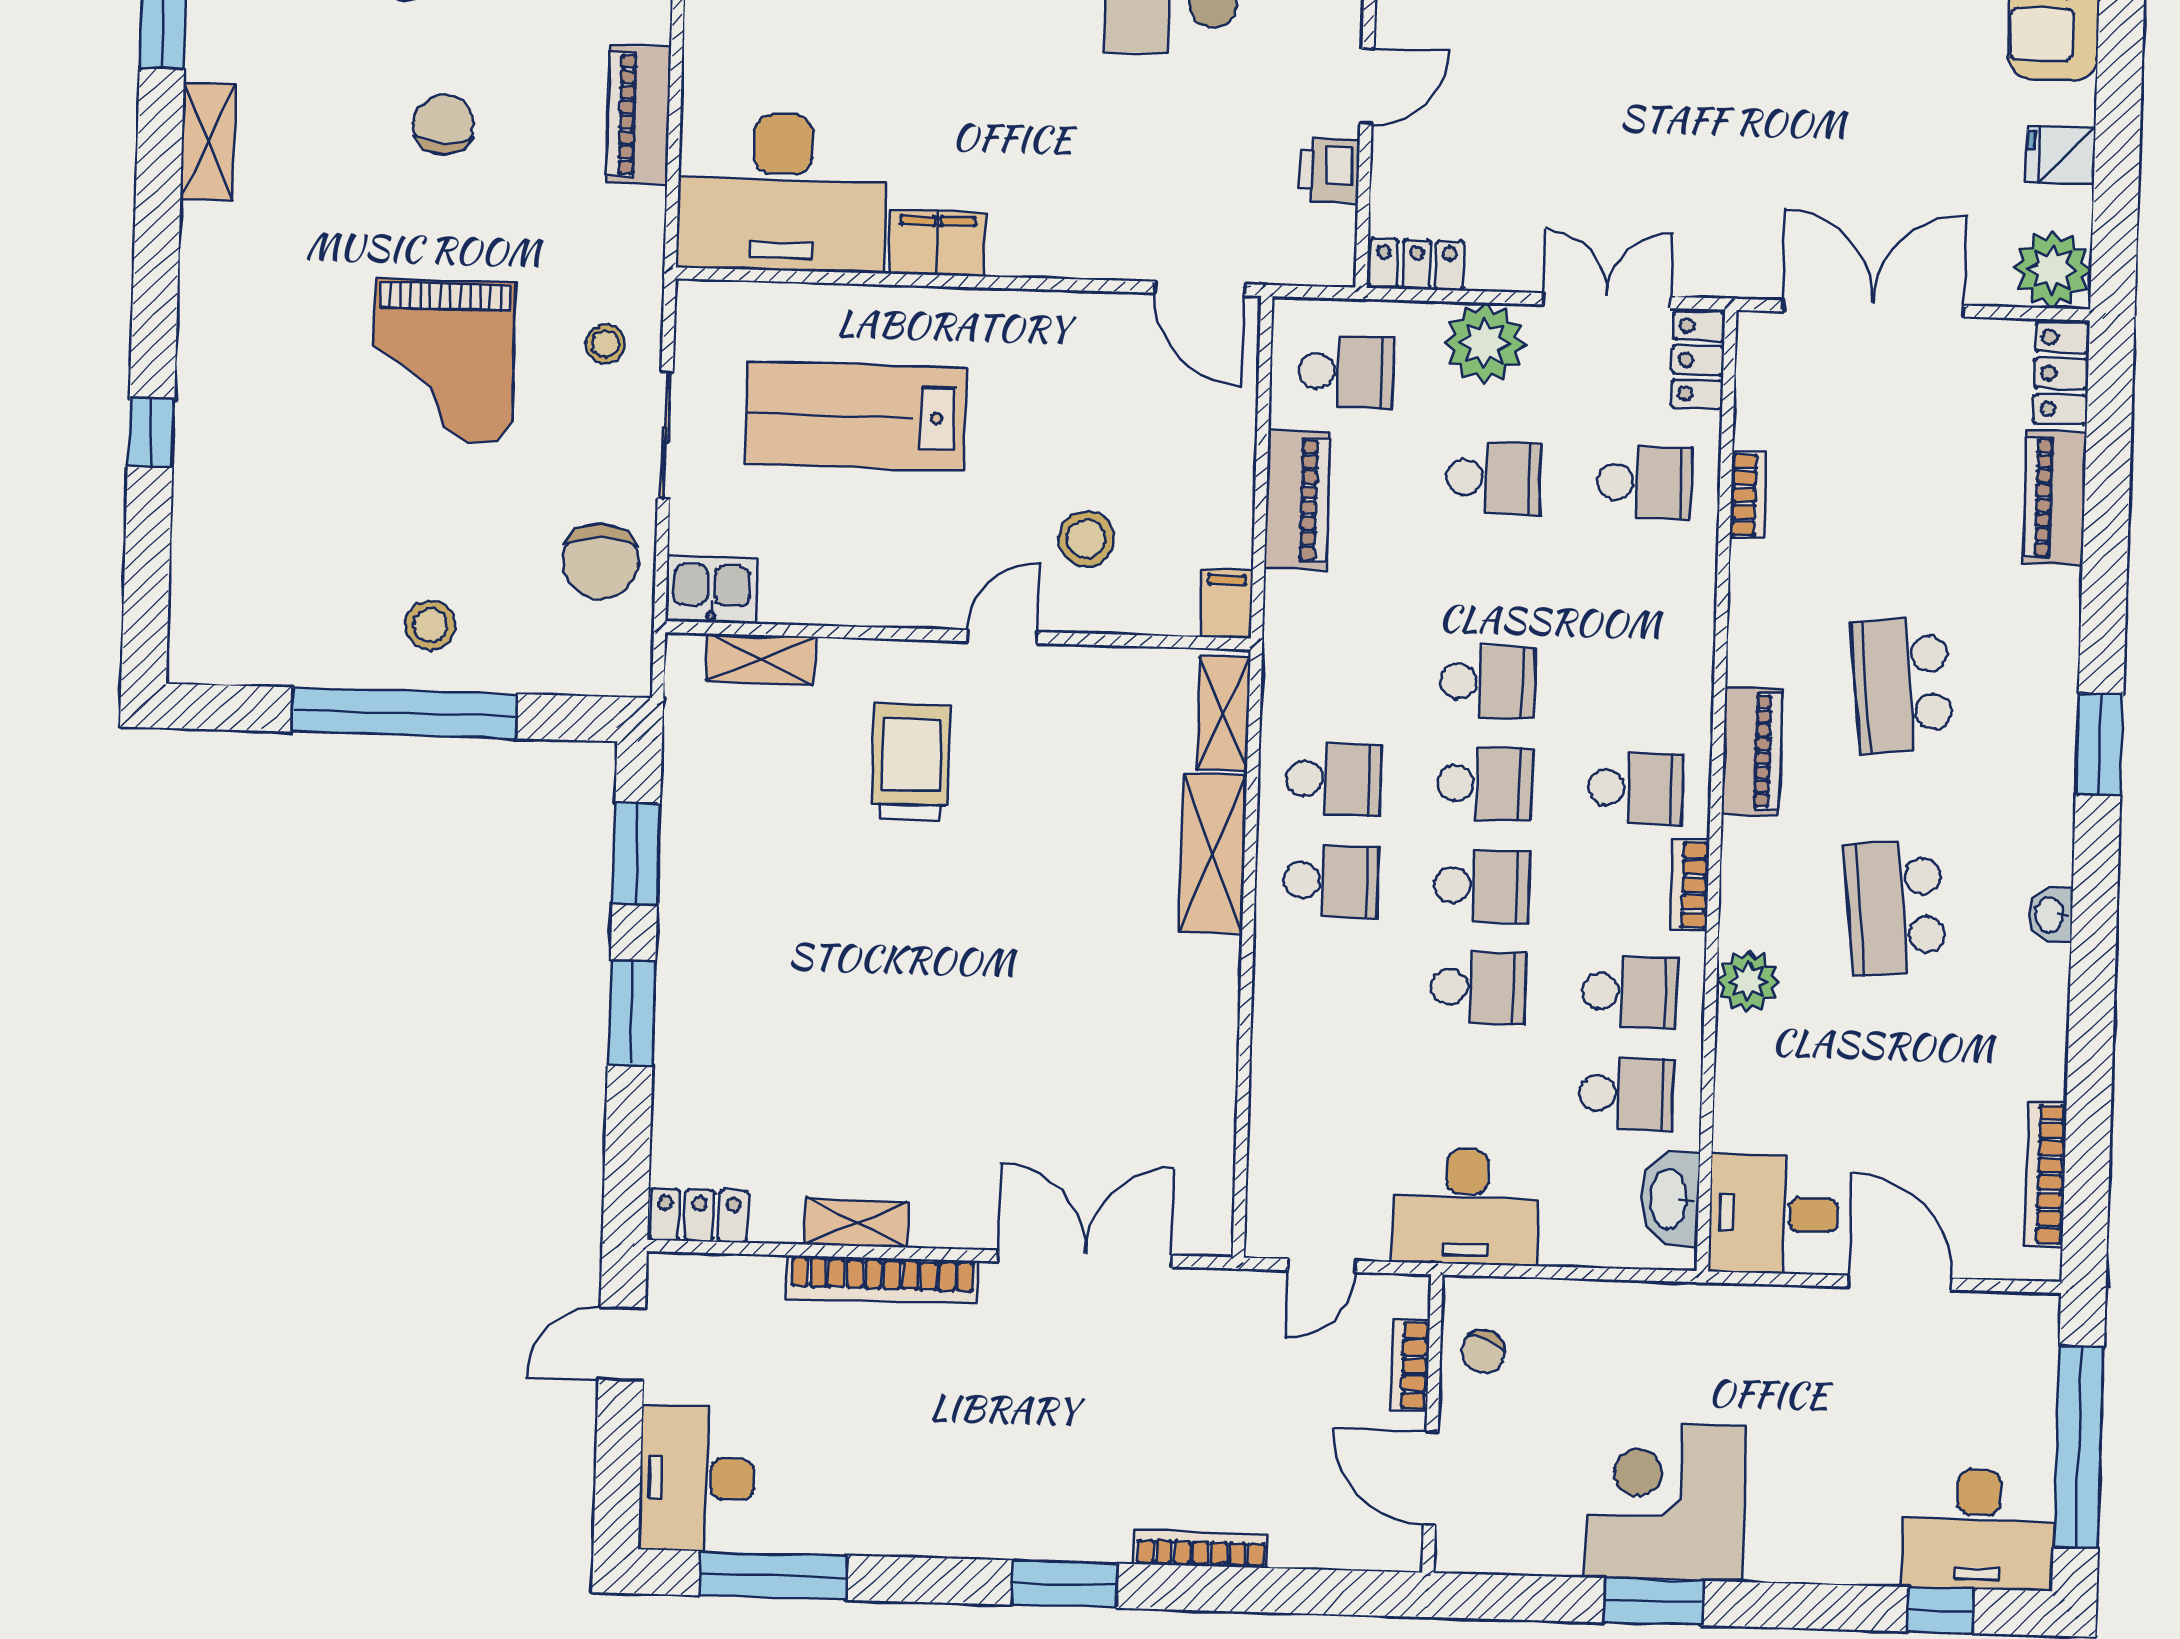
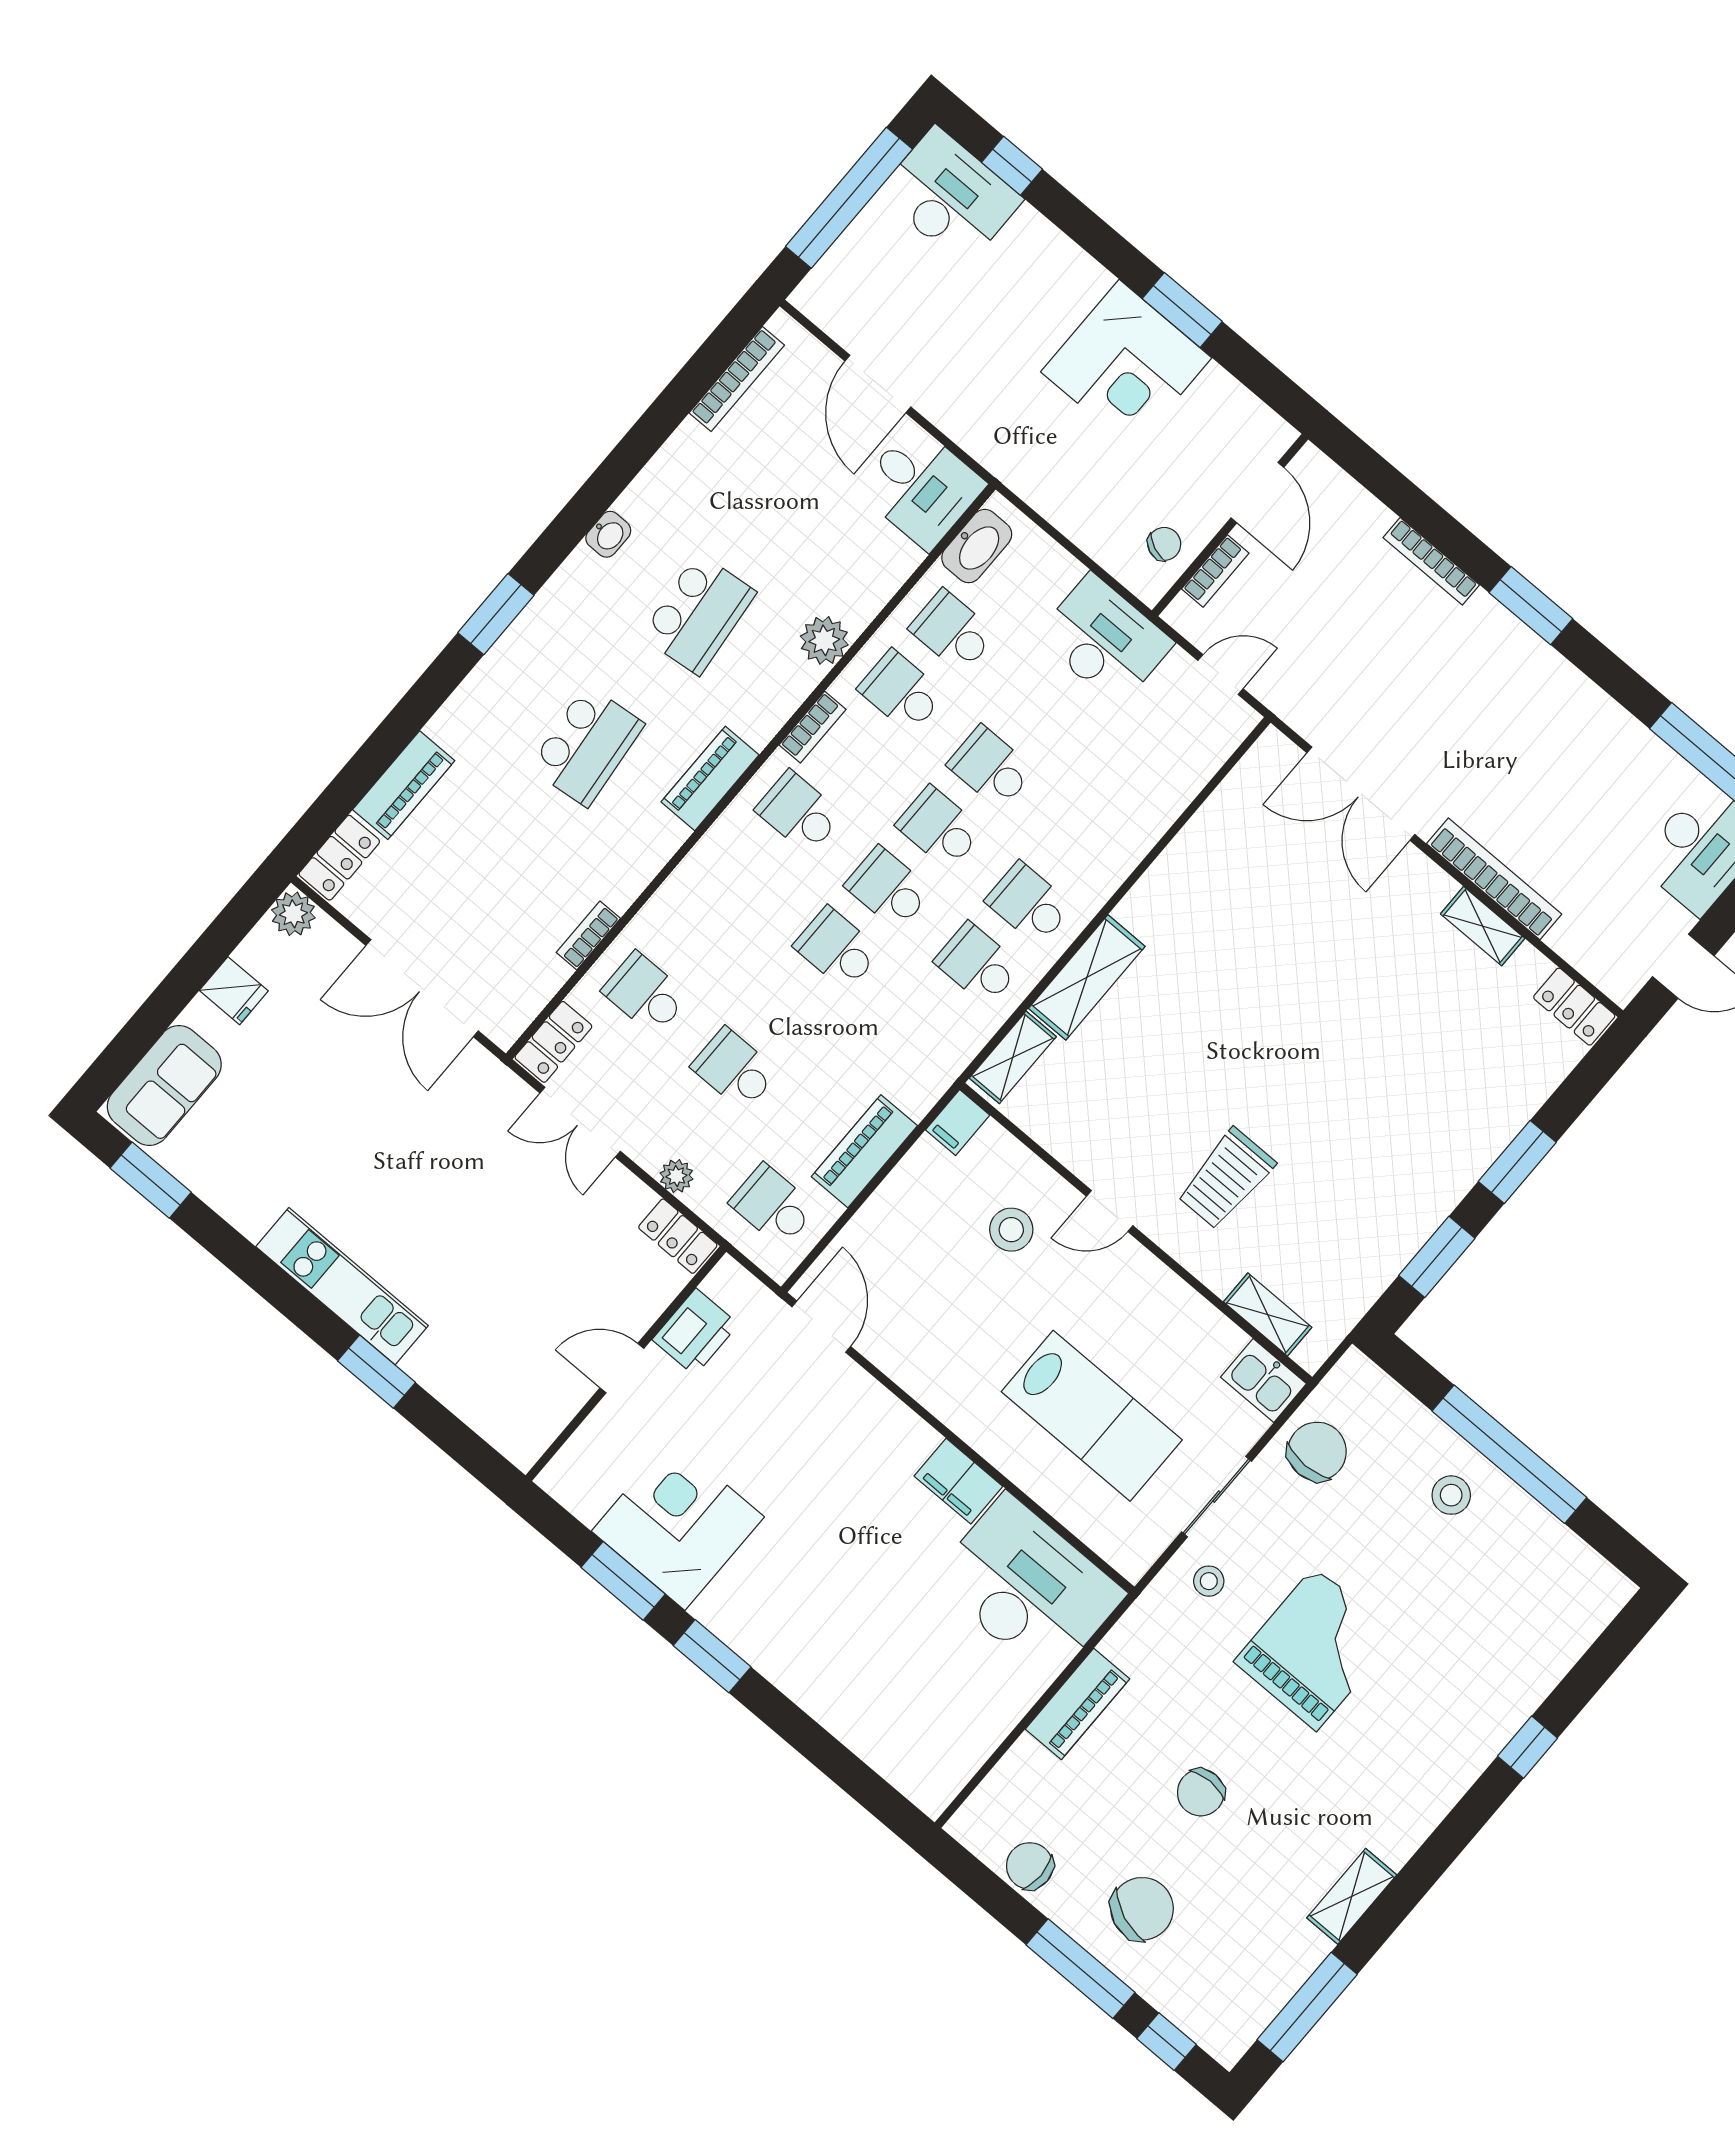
printer: (1330, 171) -> (695, 1332), width x1.36, depth x1.24
plant: (2052, 269) -> (293, 914), width x0.73, depth x0.73
plant: (1485, 343) -> (676, 1176), width x0.53, depth x0.53

